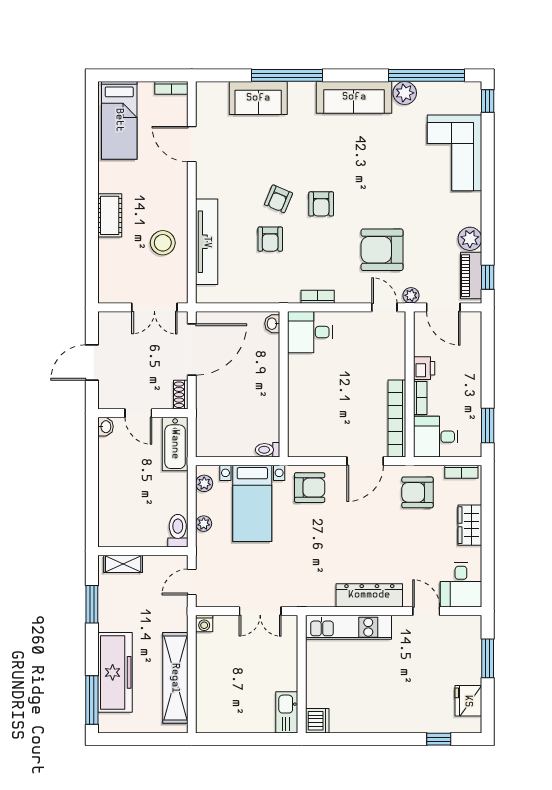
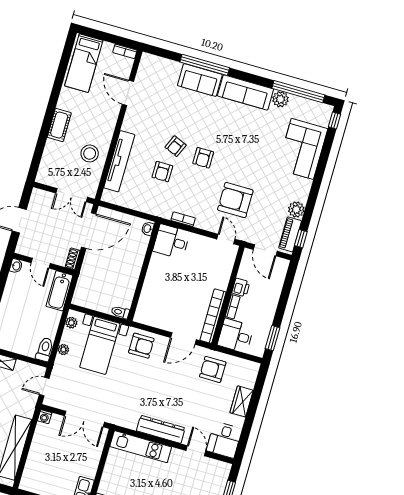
sofa: (258, 98) -> (200, 80), moved
plant: (411, 295) -> (246, 236), removed
bookcase: (461, 472) -> (246, 364), removed
double door: (260, 611) -> (84, 419), width x1.37

